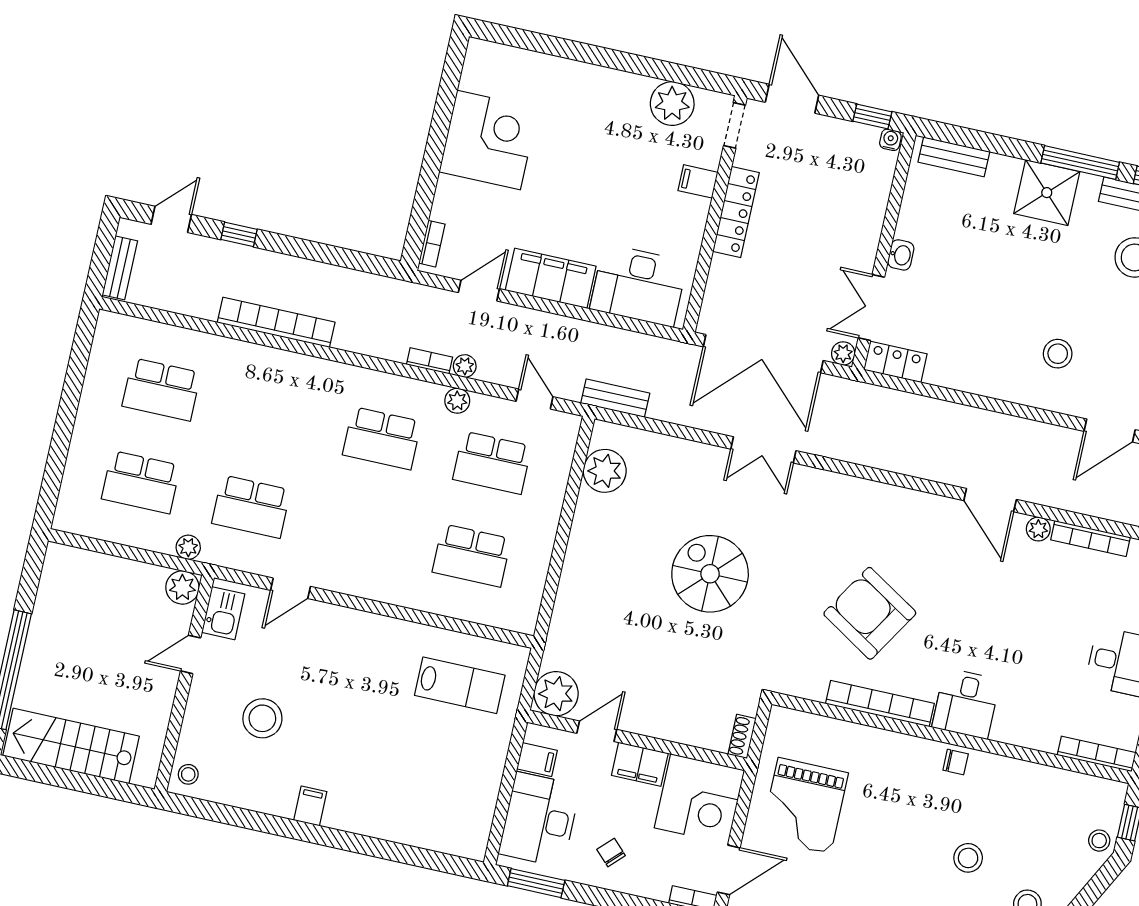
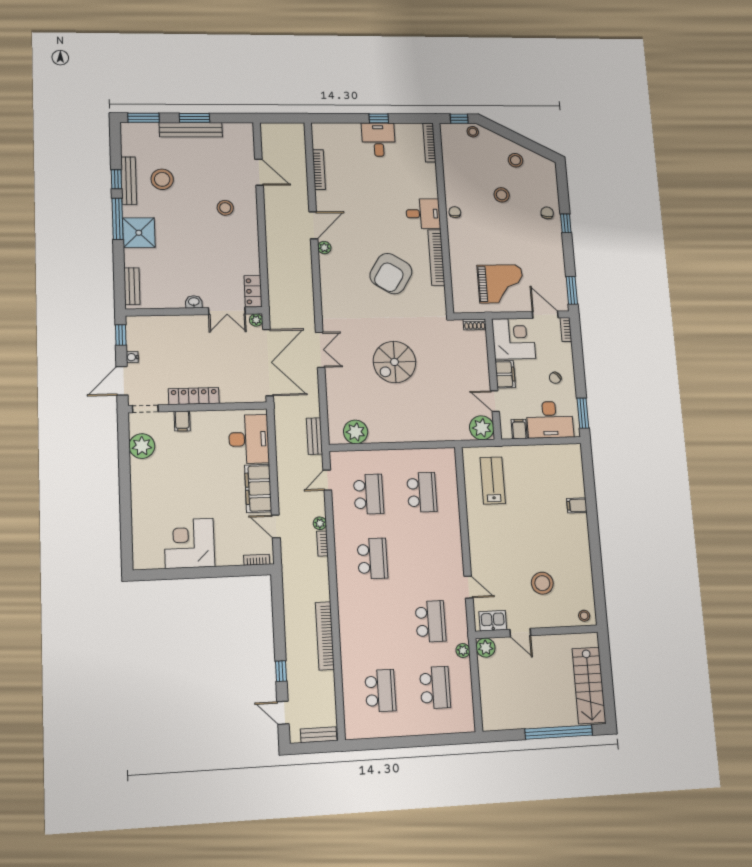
water cooler: (890, 140) -> (132, 357), moved
plant: (457, 401) -> (340, 522), removed
plant: (1038, 529) -> (324, 248), moved
filing cabinet: (310, 806) -> (577, 505), moved

